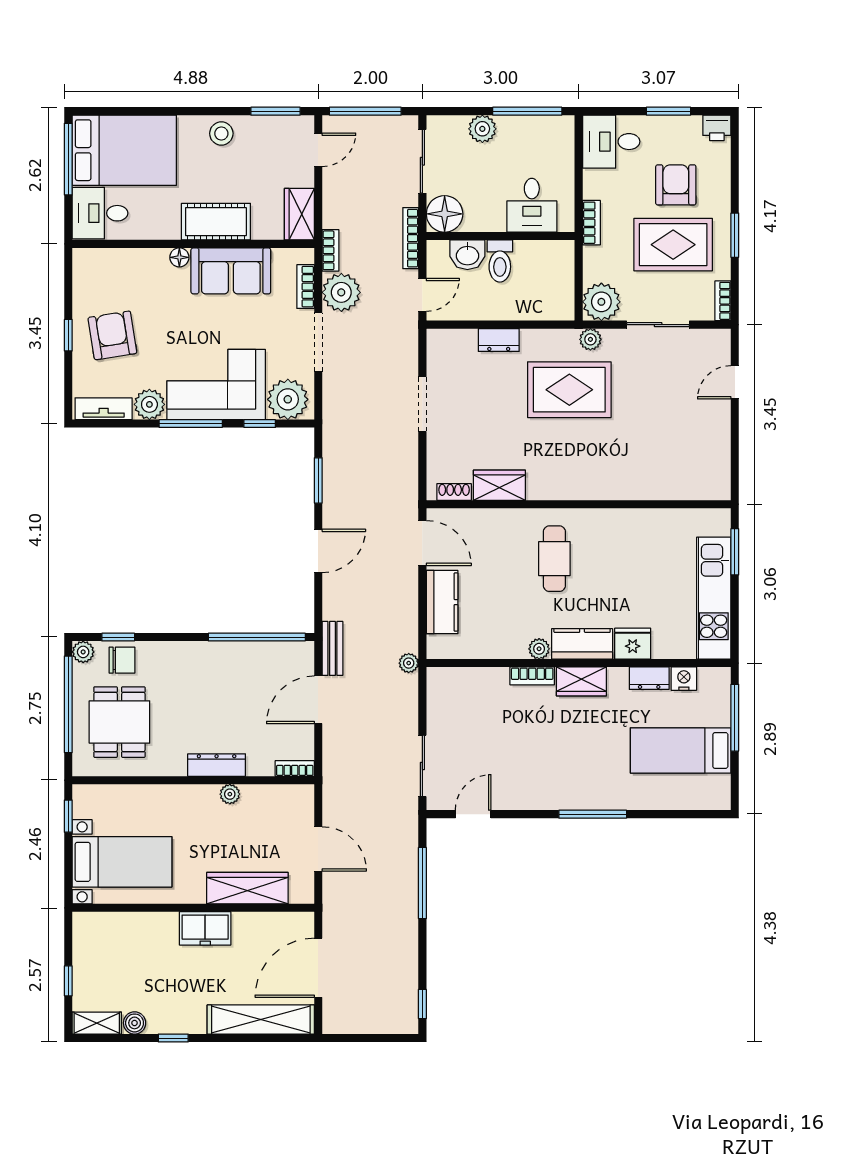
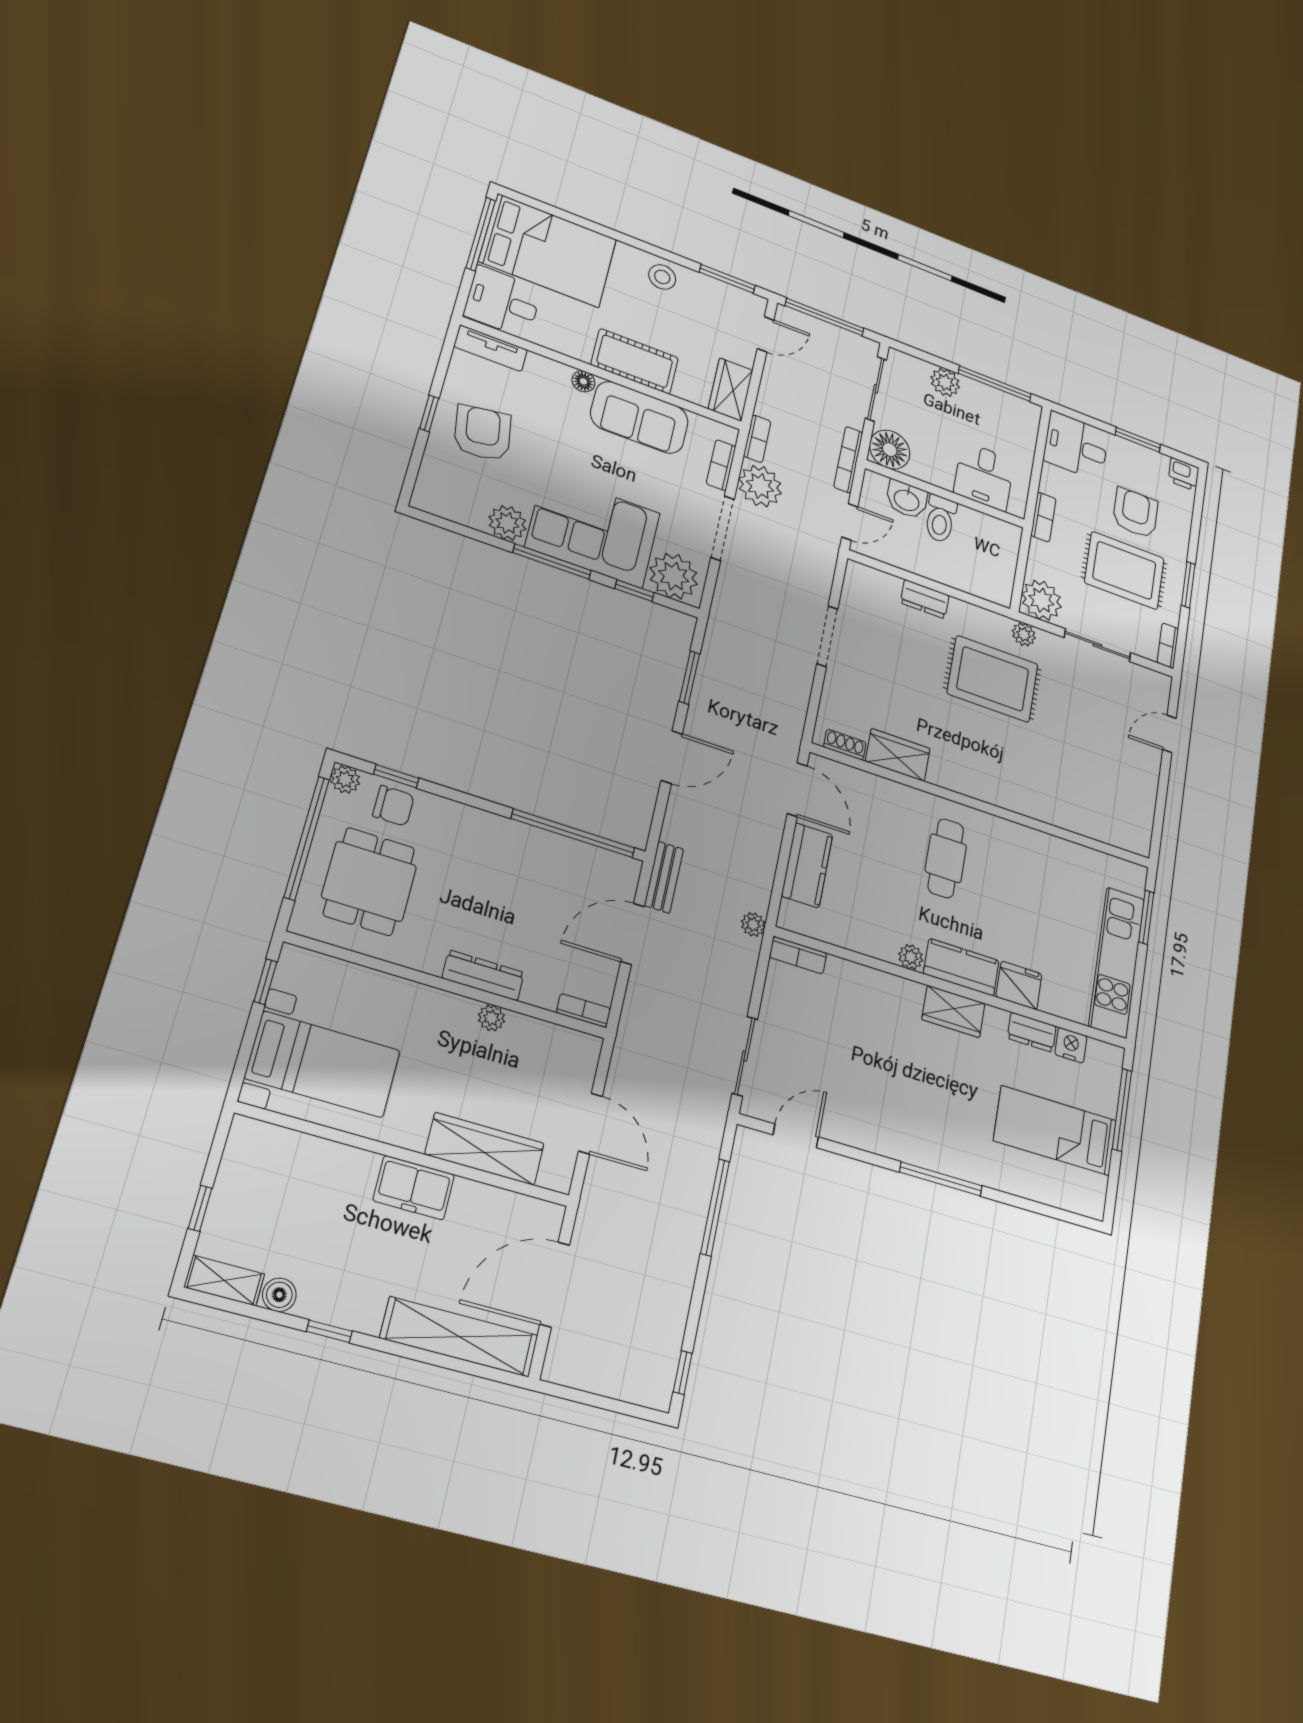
tv unit: (104, 409) -> (491, 348), moved, turned 180
bookcase: (532, 676) -> (798, 955), moved

